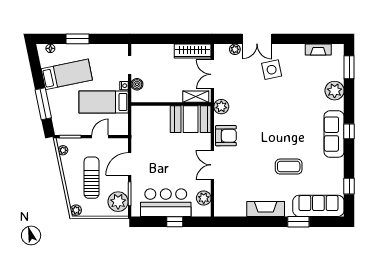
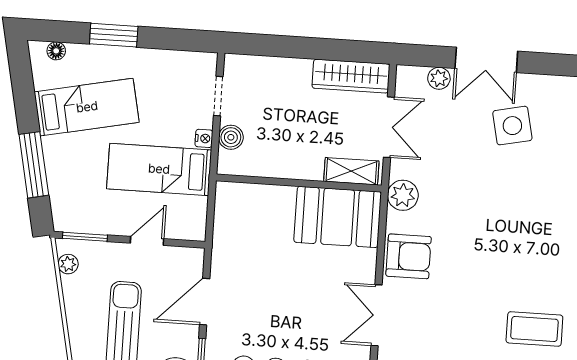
double door: (212, 74) -> (389, 127), swing flipped

